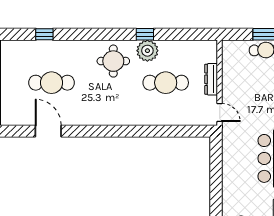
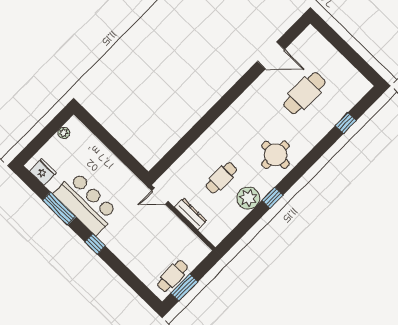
plant: (147, 51) -> (248, 198), moved
cafe table: (166, 83) -> (221, 178), width x0.73, depth x0.74

